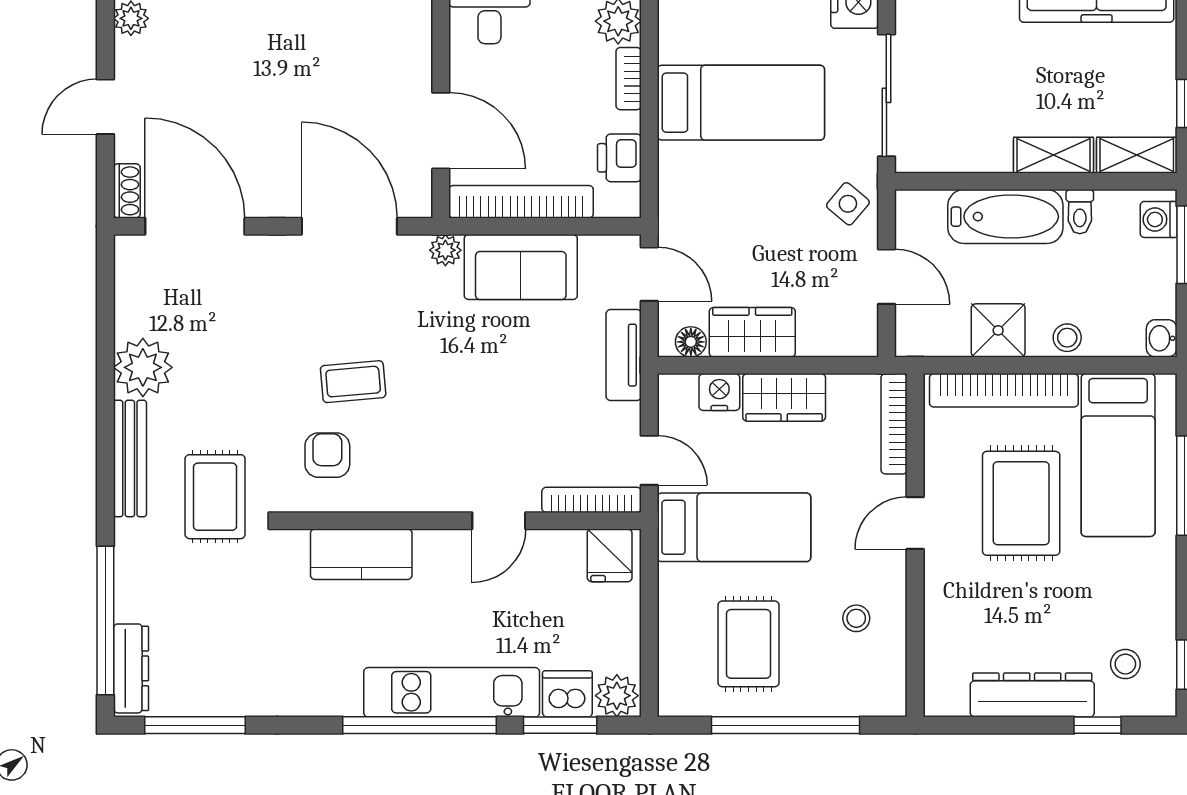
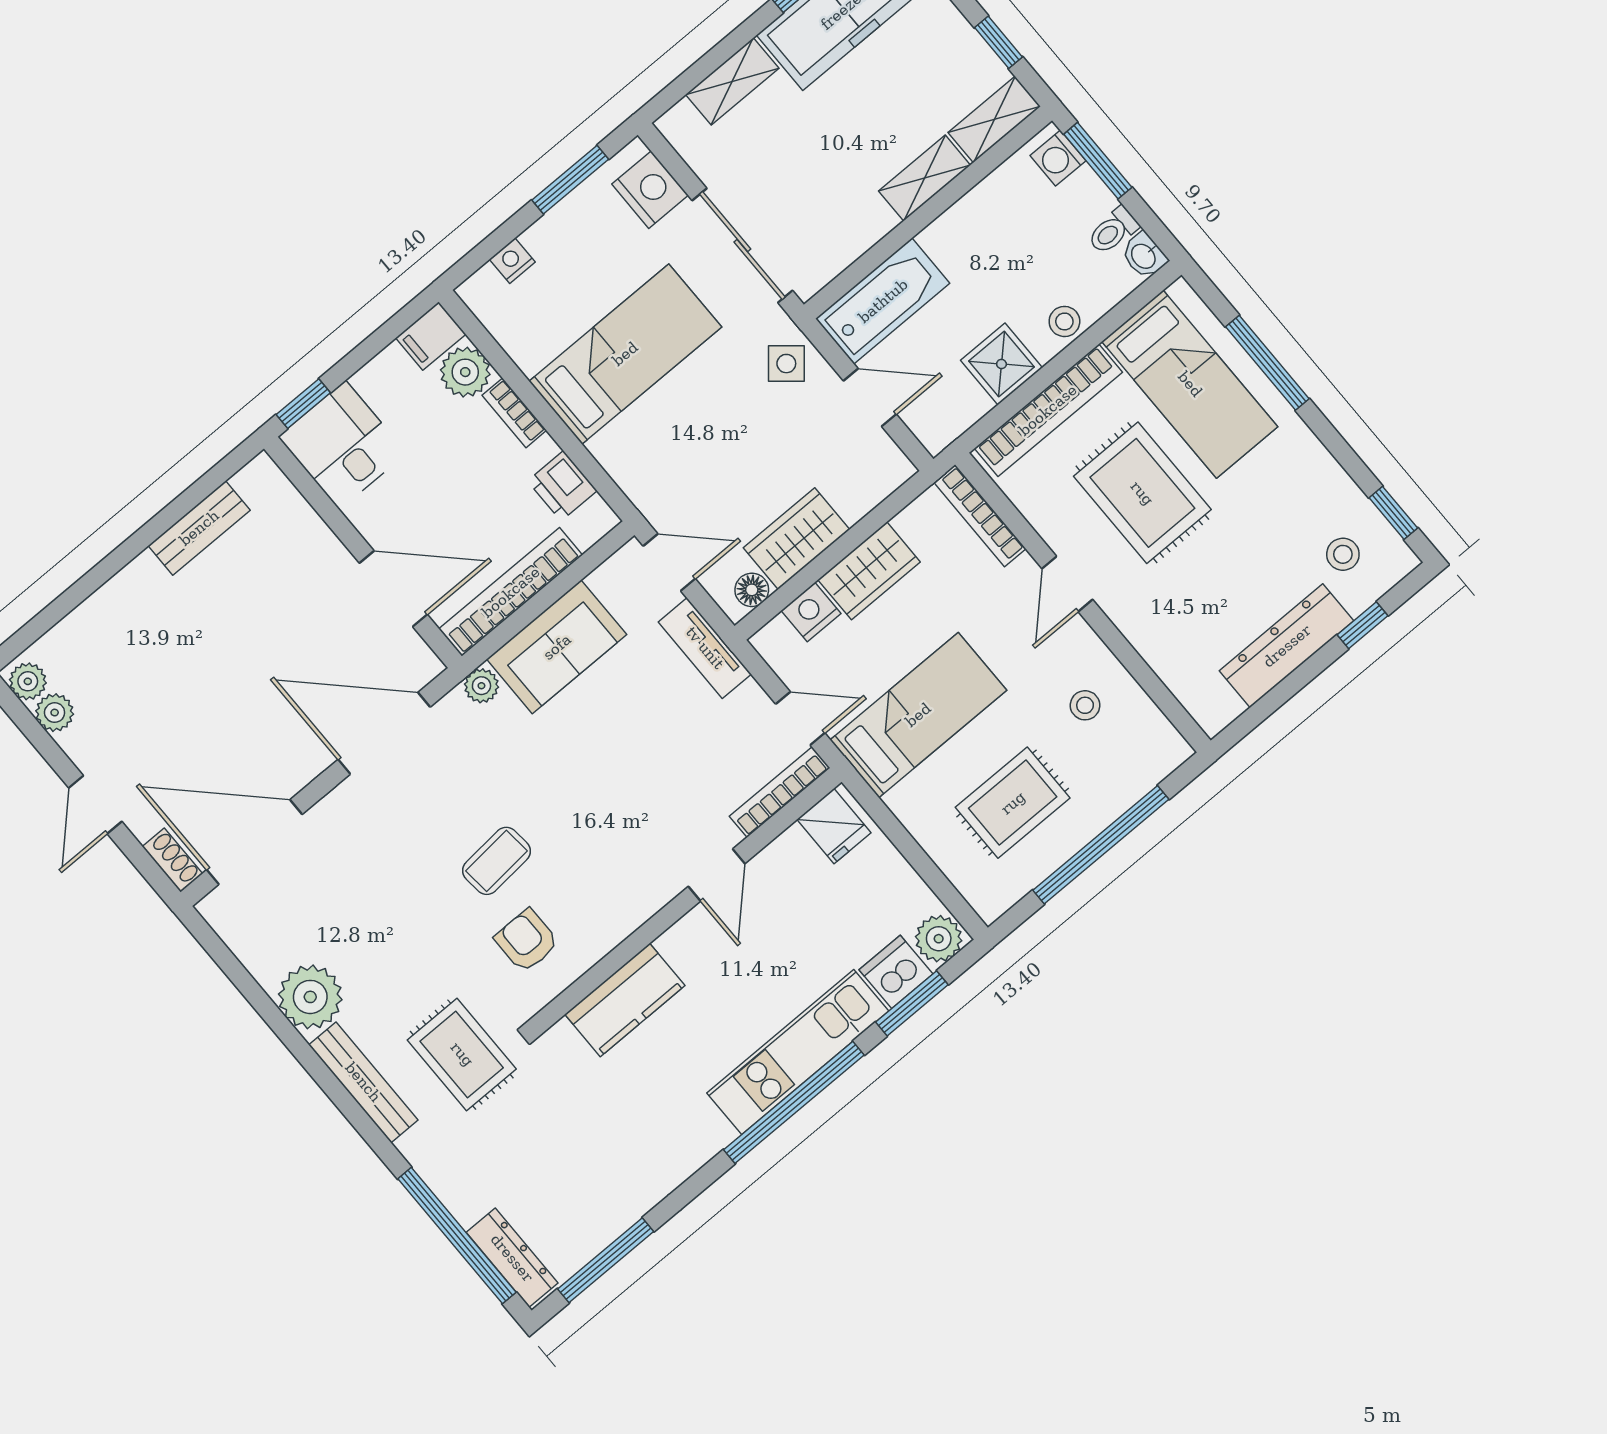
toilet: (1080, 212) -> (1113, 231), moved, turned 90
bathtub: (1005, 217) -> (883, 301), moved
rug: (748, 644) -> (1013, 803), turned 90

